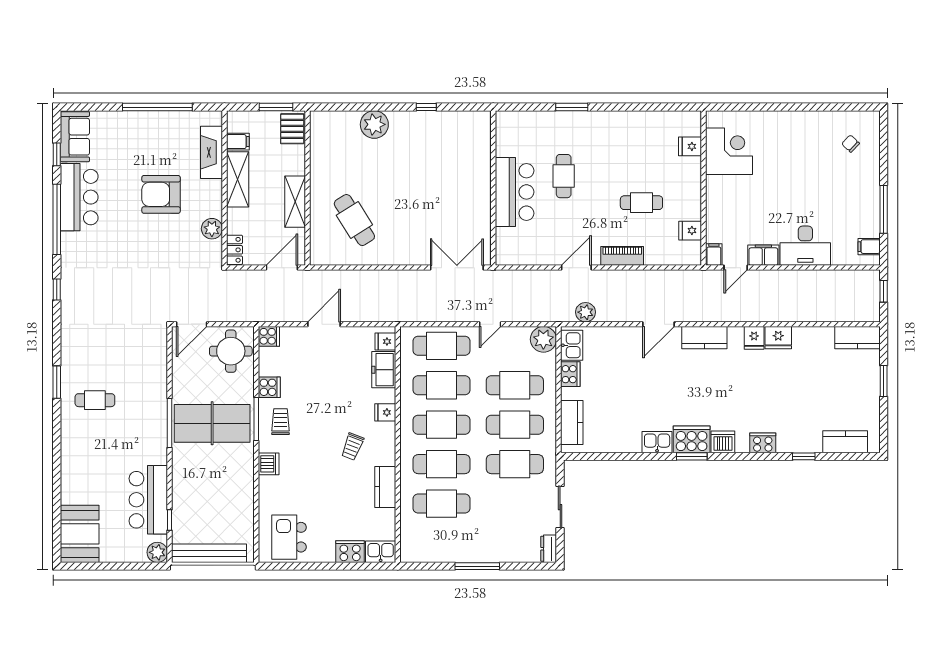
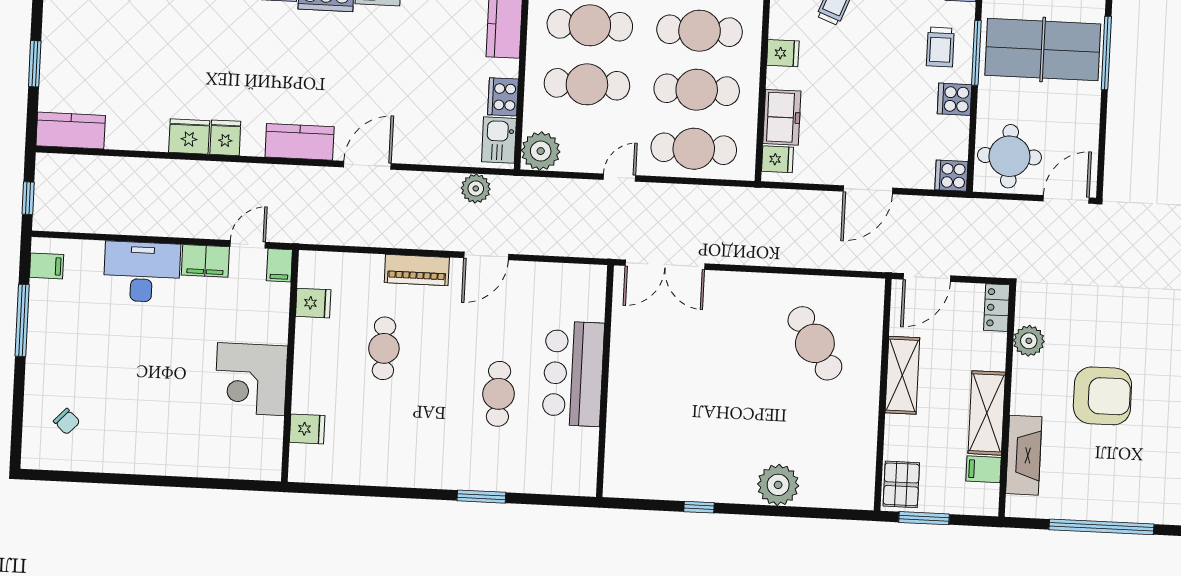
corner desk: (729, 151) -> (251, 379), moved
cafe table: (641, 203) -> (384, 348), turned 90

